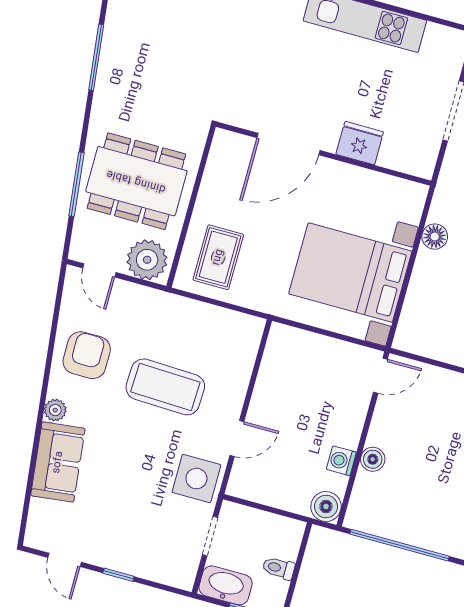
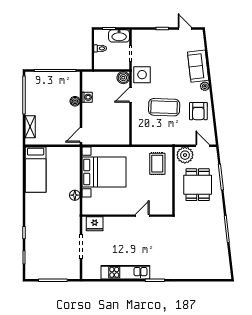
fridge: (360, 143) -> (95, 224), moved
door: (288, 144) -> (142, 216), width x0.53
dining table: (136, 181) -> (198, 185), width x0.73
boiler: (326, 506) -> (123, 78), moved

